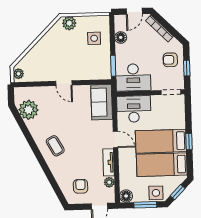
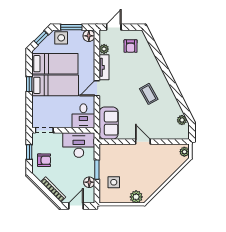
window: (113, 66) -> (97, 170), moved
desk: (134, 109) -> (83, 116), width x0.73
plant: (29, 110) -> (182, 120), width x0.53, depth x0.53
door: (115, 139) -> (97, 88), hinge flipped
coffee table: (55, 146) -> (149, 94), moved

